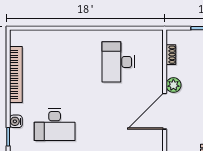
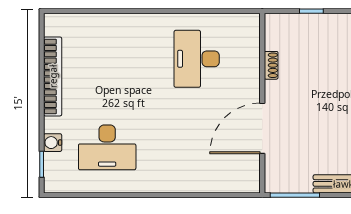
shoe rack: (171, 55) -> (271, 65), moved
plant: (173, 85) -> (275, 91), removed

